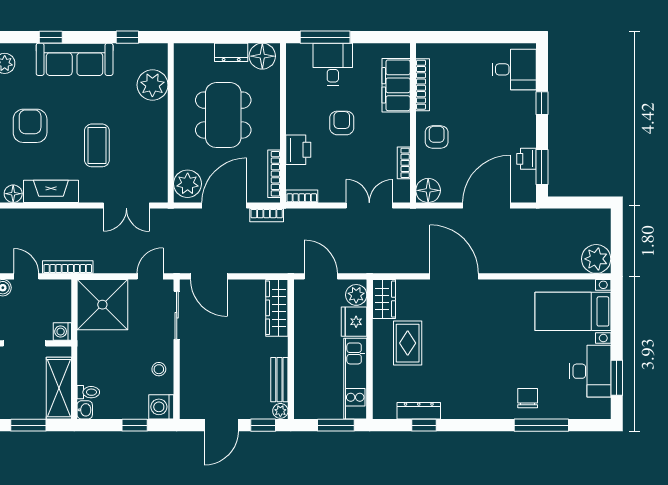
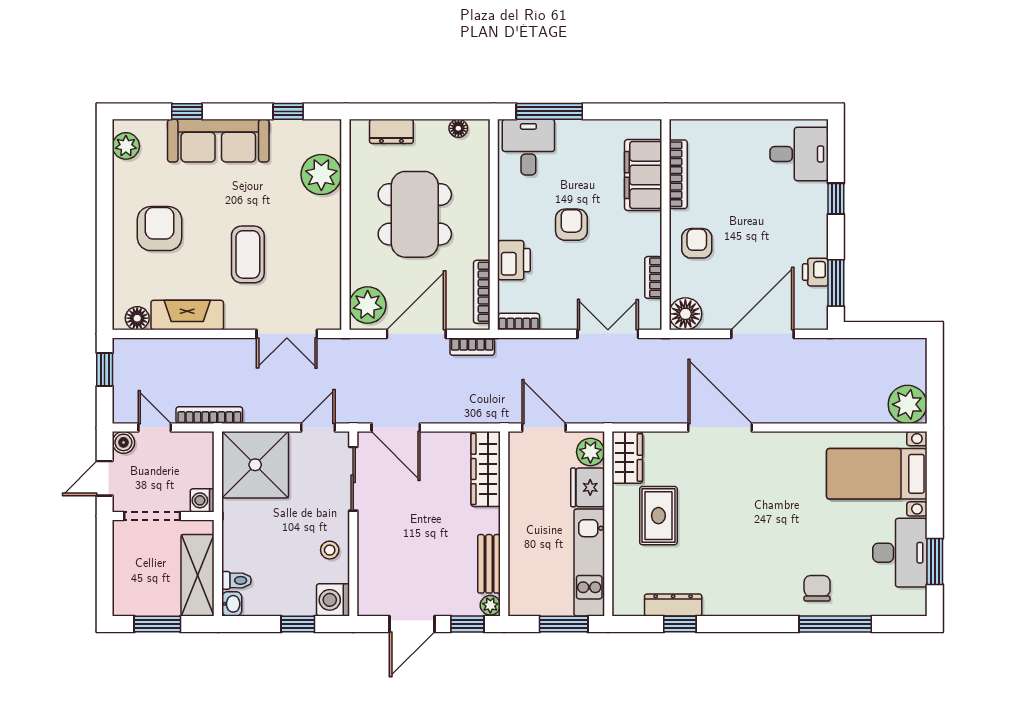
dresser: (231, 52) -> (391, 131), moved
floor lamp: (262, 56) -> (458, 128), width x0.53, depth x0.53
desk: (333, 64) -> (528, 147), moved

